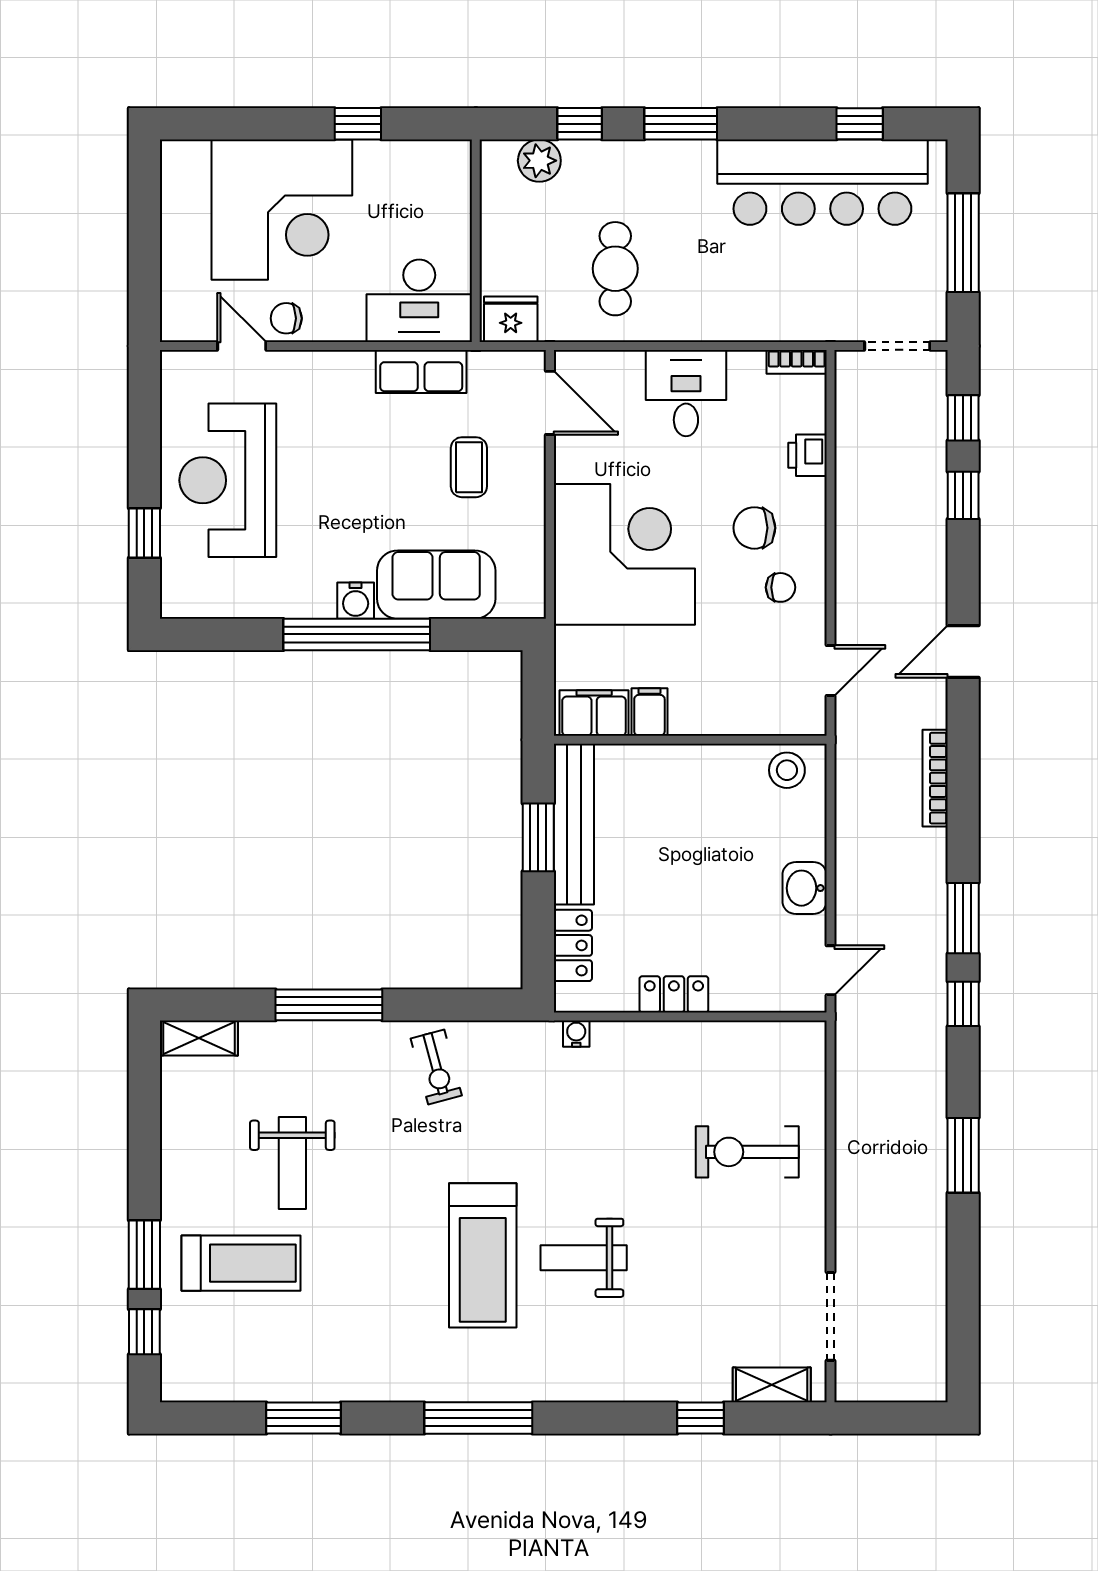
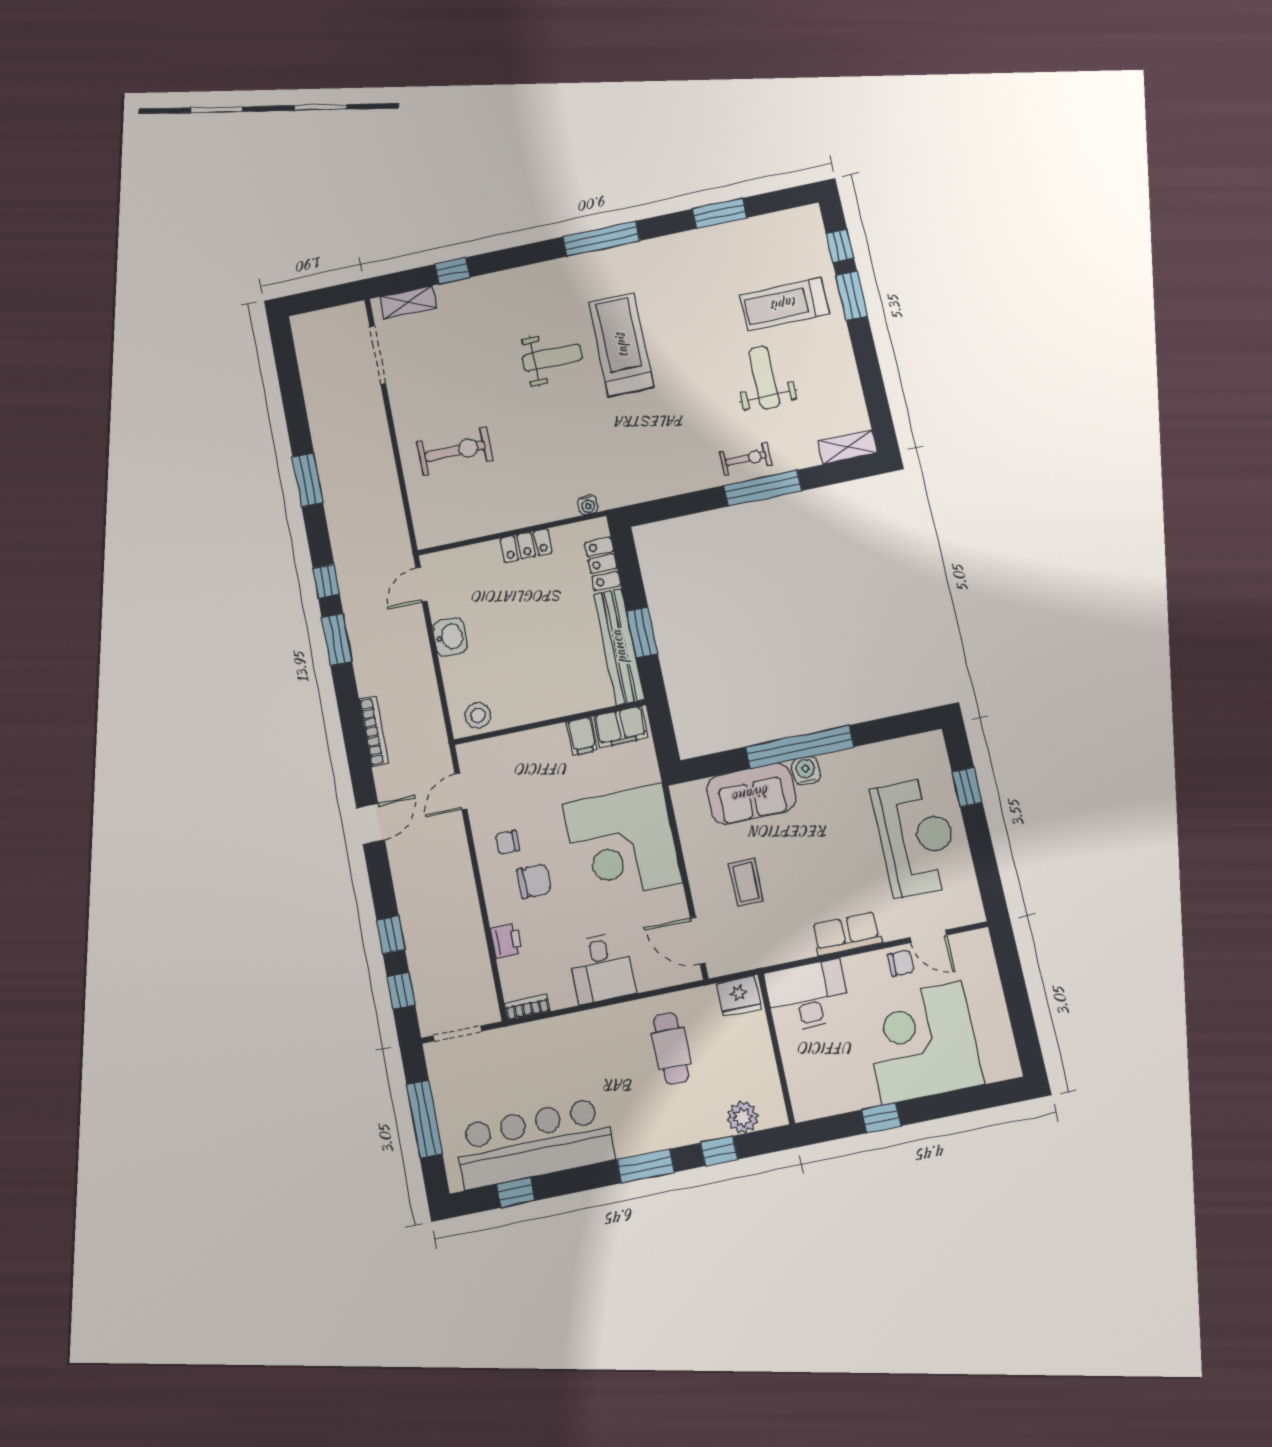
row of seats: (421, 372) -> (847, 934), moved
exercise bike: (436, 1067) -> (746, 459), moved, turned 105

